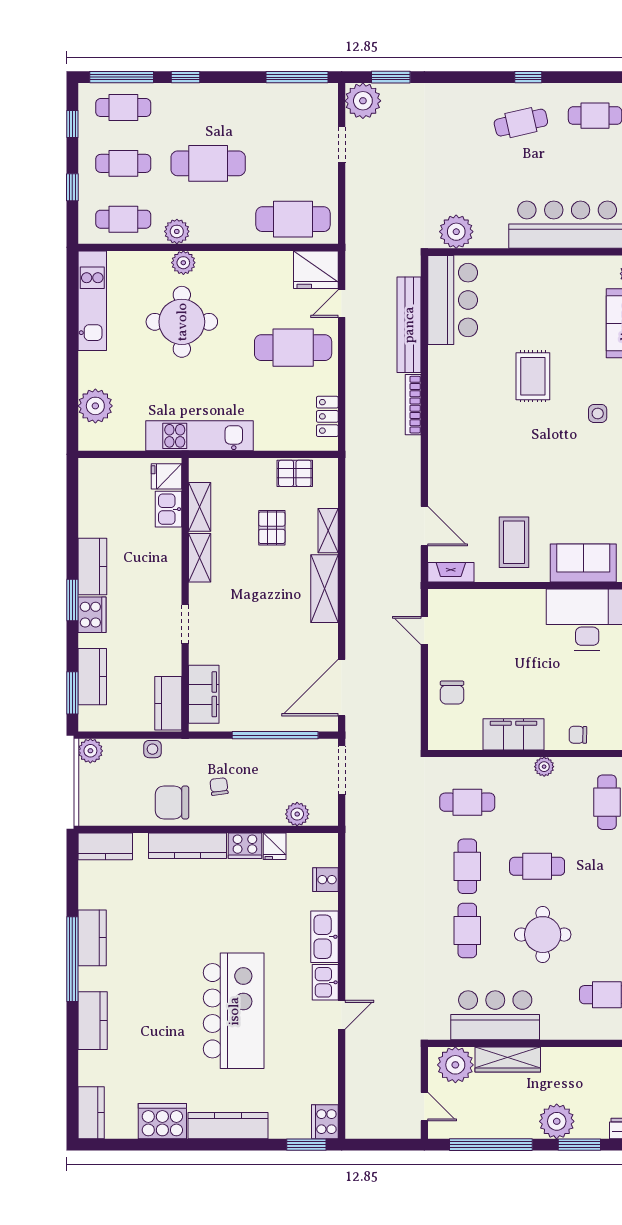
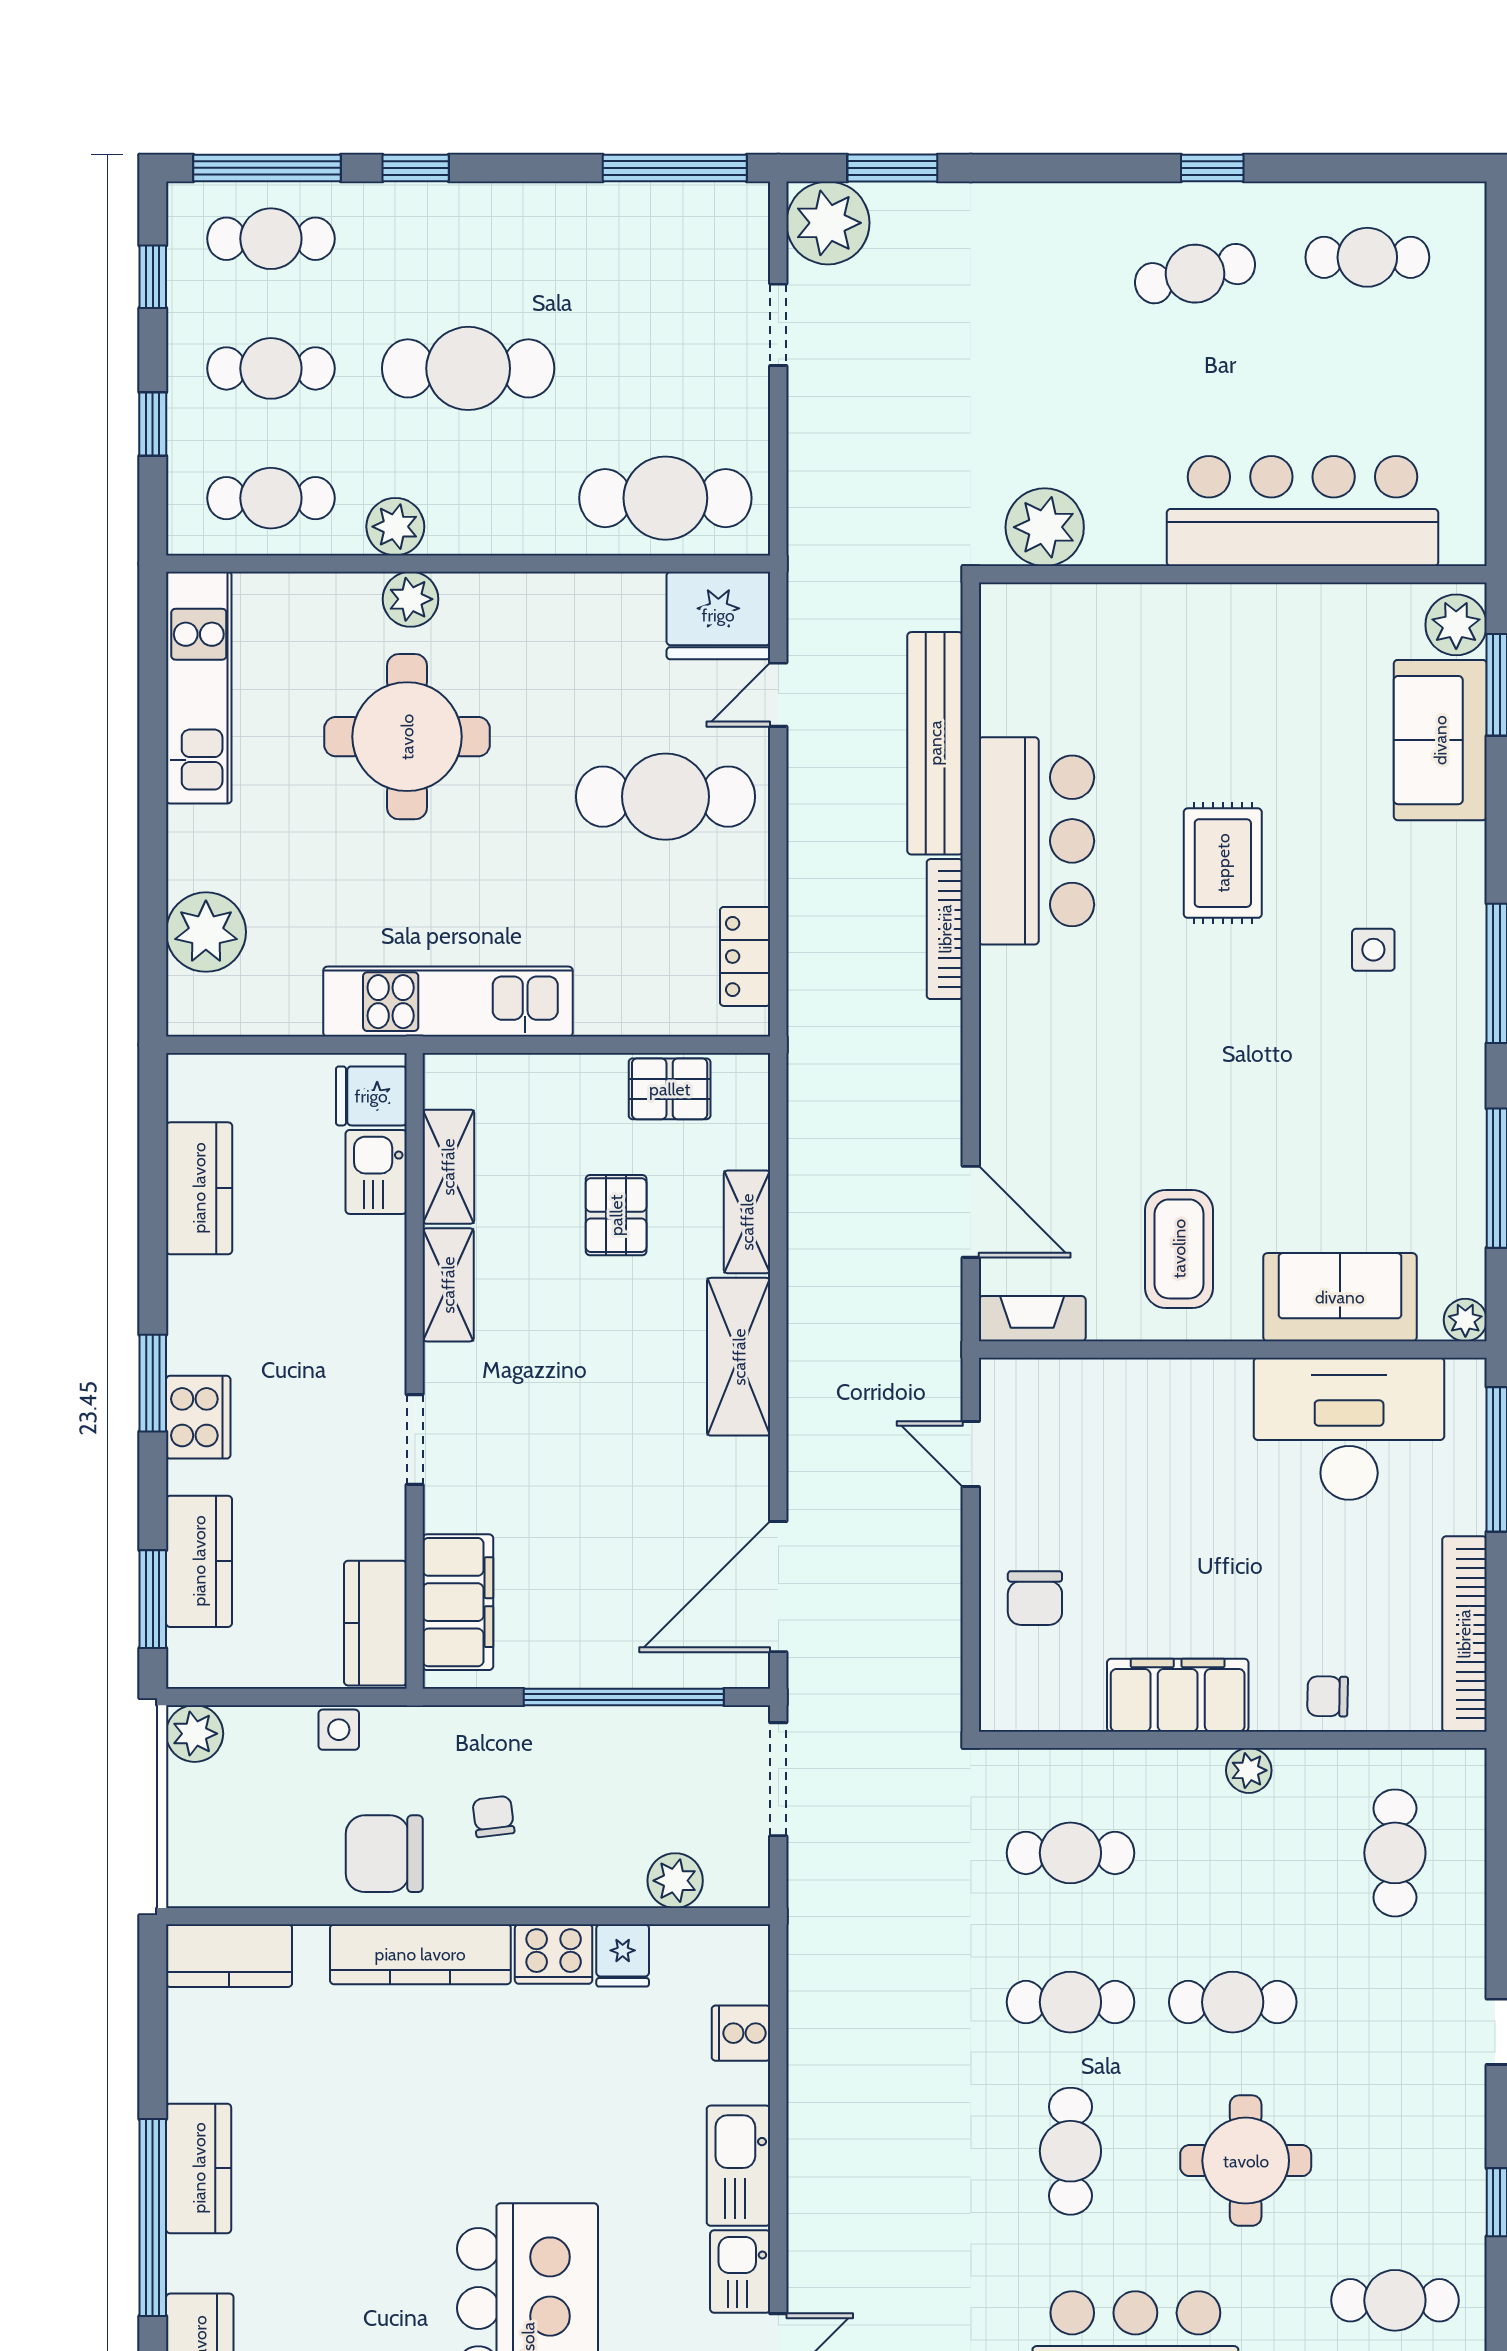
bar counter: (453, 300) -> (1036, 841), moved
kitchen counter: (92, 567) -> (199, 1188), moved
cafe table: (467, 866) -> (1070, 2002), turned 90

